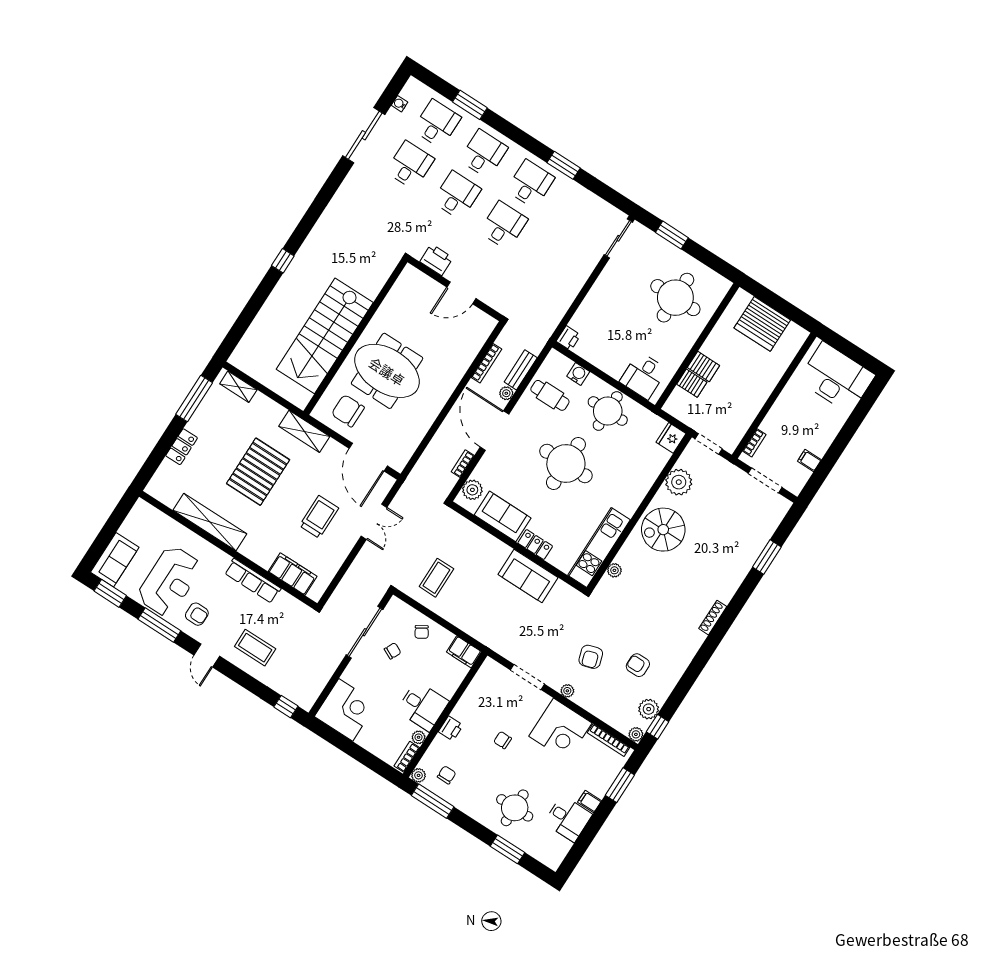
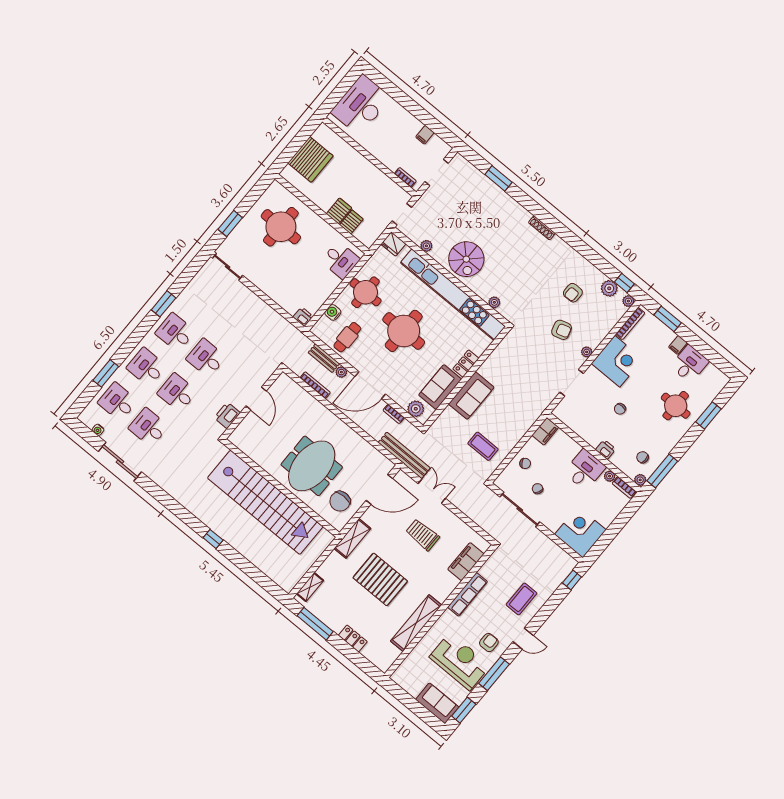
stairs: (325, 336) -> (265, 502), width x1.36
plant: (679, 482) -> (426, 246), width x0.53, depth x0.53
bench: (414, 483) -> (404, 455), added
kitchen unit: (599, 548) -> (453, 295), width x1.86
sofa: (528, 576) -> (471, 396), moved

